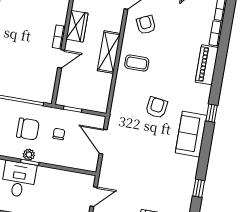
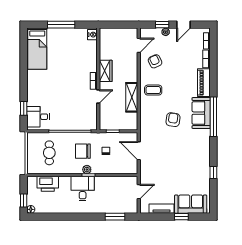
shelving: (109, 52) -> (132, 97), moved
window: (212, 113) -> (213, 117), width x3.17
chair: (28, 129) -> (83, 151), turned 180
sofa: (191, 134) -> (201, 113), moved

